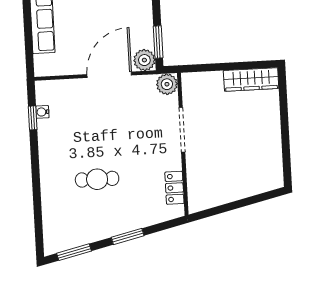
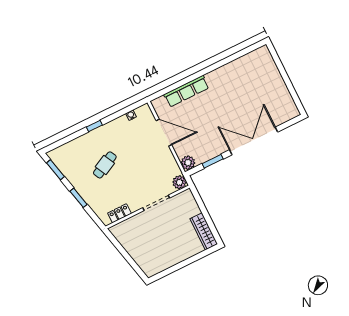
window: (158, 42) -> (213, 161), moved
door: (109, 75) -> (164, 133), moved
window: (33, 118) -> (94, 126), moved
cafe table: (97, 179) -> (105, 165), turned 63

